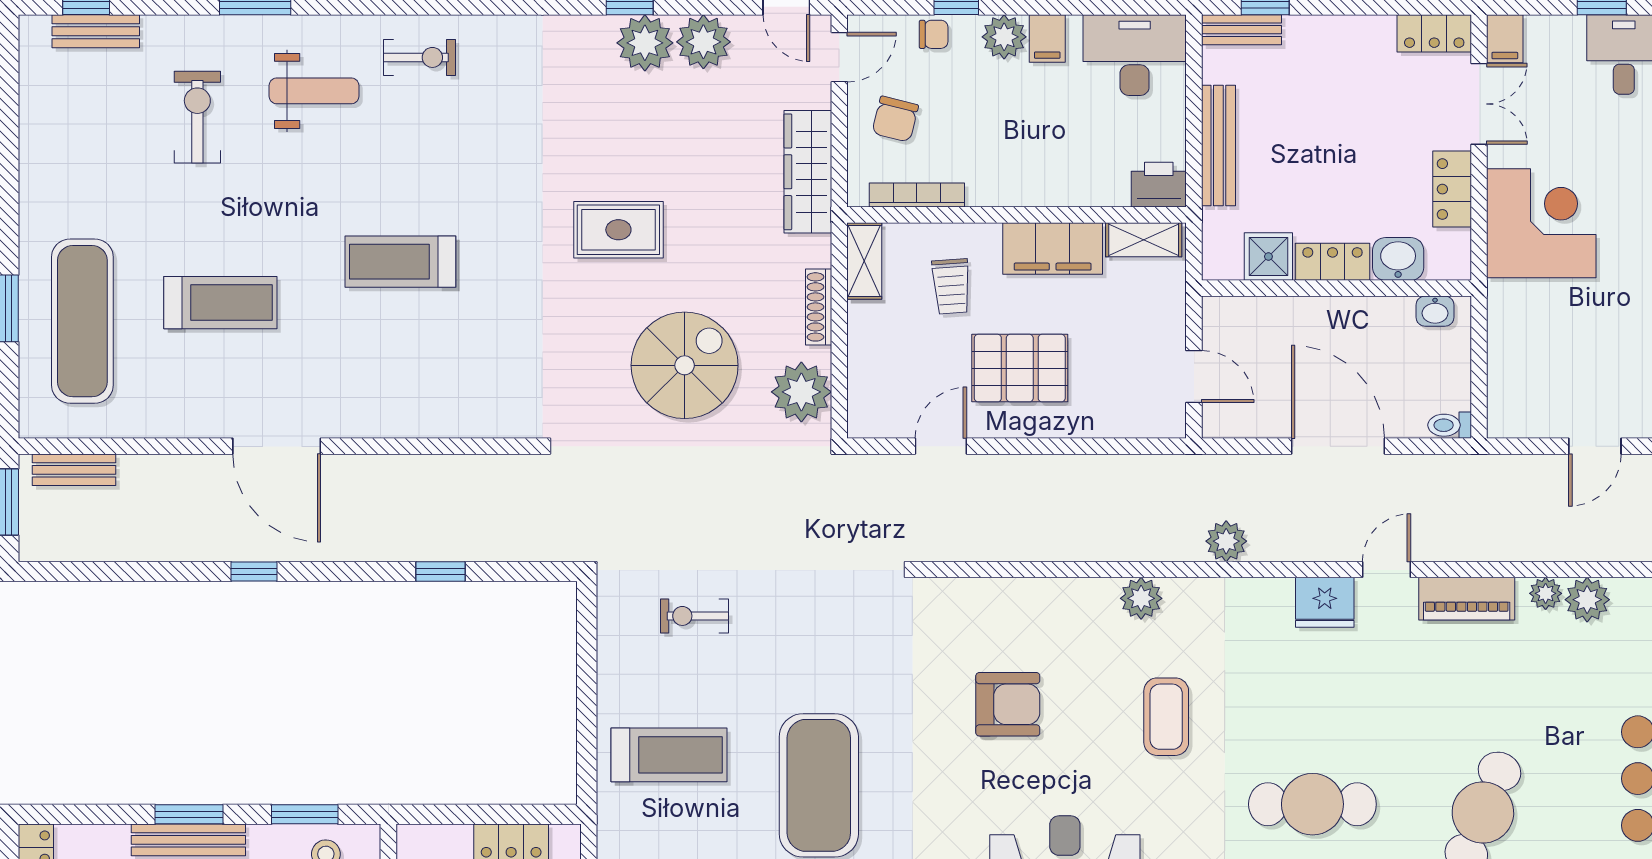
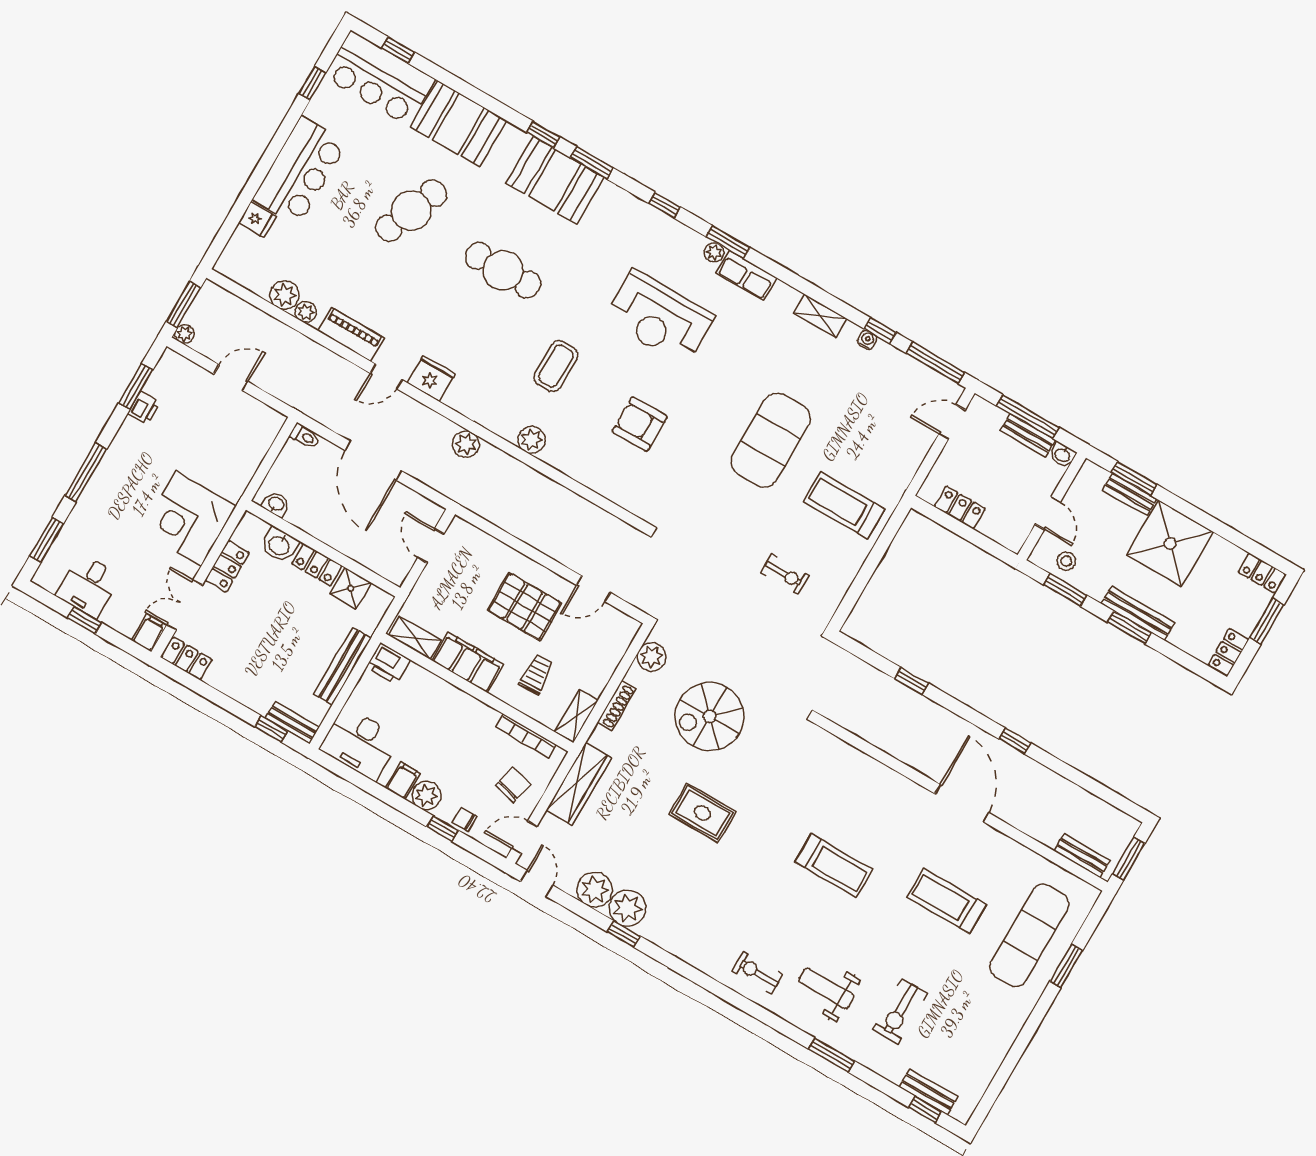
plant: (801, 392) -> (652, 657), width x0.73, depth x0.73

